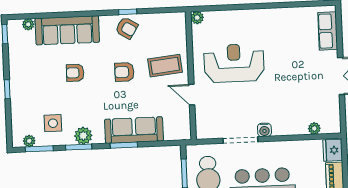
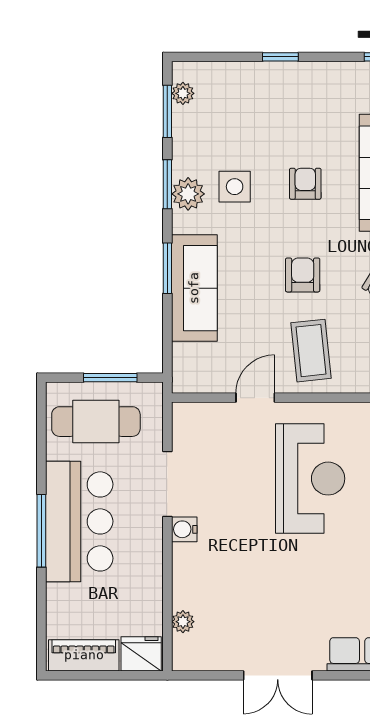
side table: (53, 123) -> (235, 187), moved

